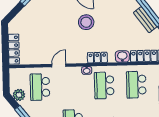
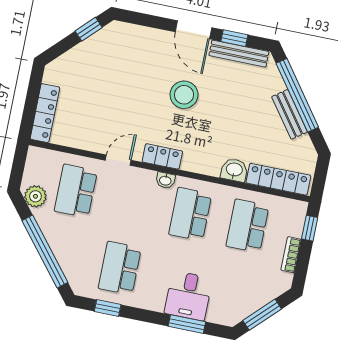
locker: (97, 58) -> (162, 156), moved

